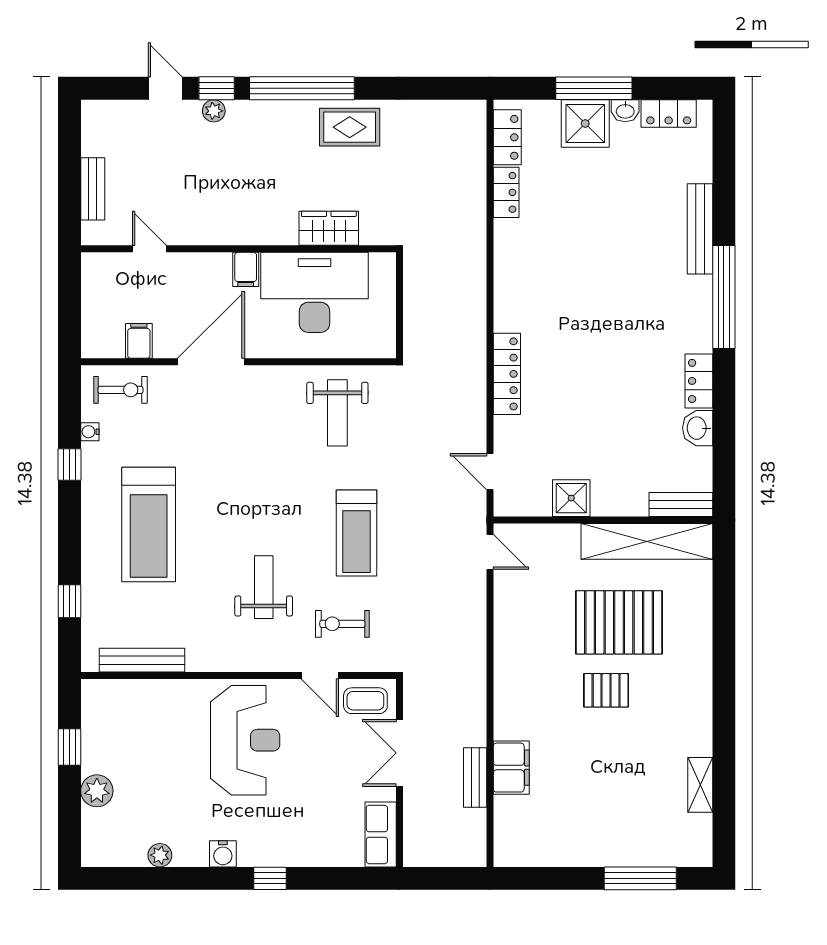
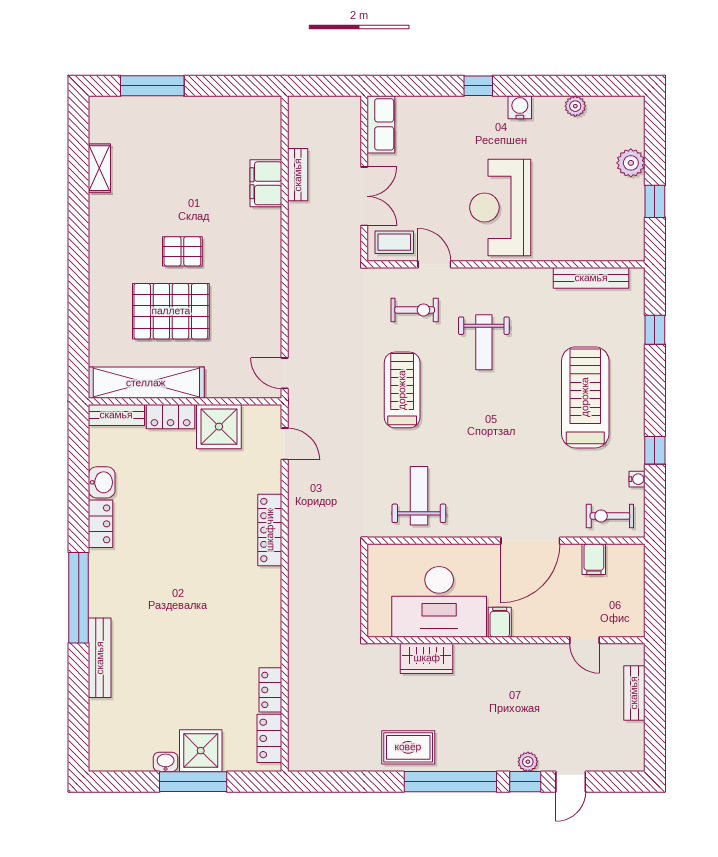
door: (165, 88) -> (571, 782), hinge flipped
locker: (669, 113) -> (171, 417), moved, turned 180
shower: (571, 498) -> (219, 427), width x1.36, depth x1.36

